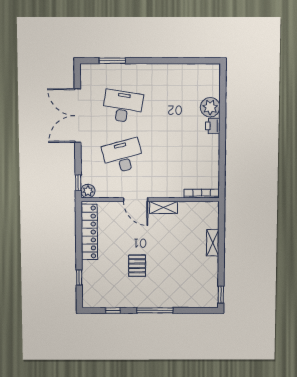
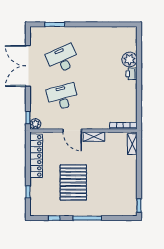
desk: (123, 106) -> (62, 59), turned -33
shelving: (213, 243) -> (132, 144), moved
pallet: (137, 266) -> (73, 182), width x2.05, depth x2.00

